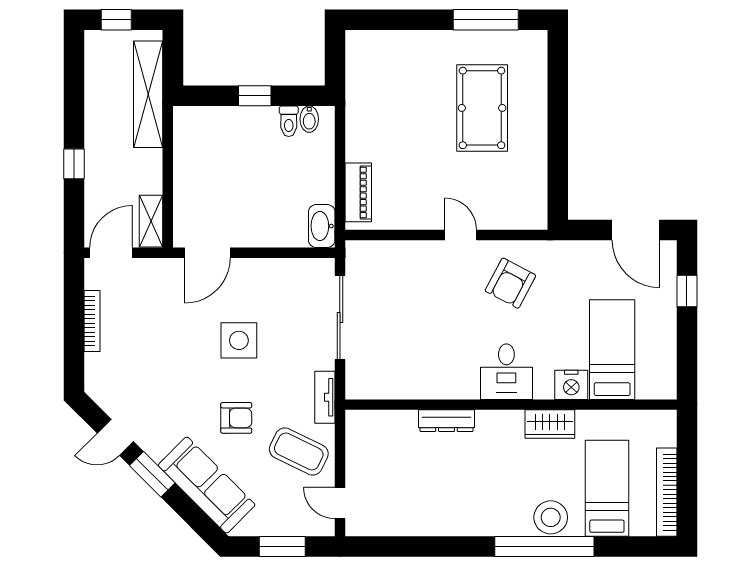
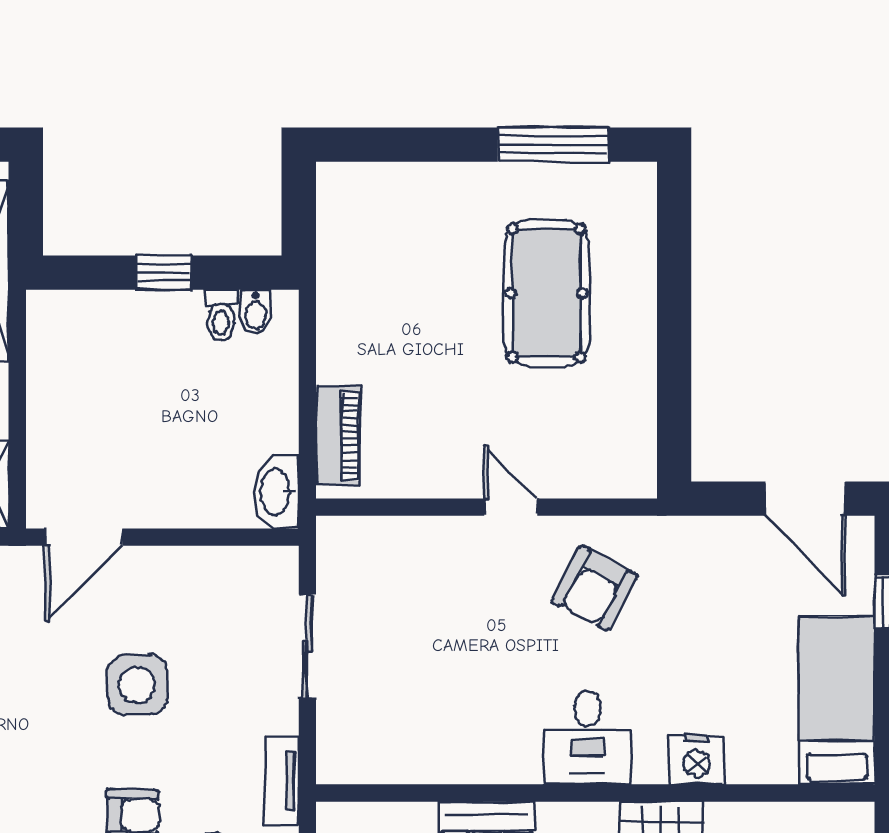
sliding door: (340, 317) -> (307, 646), width x0.73
bed: (612, 350) -> (837, 700), moved

